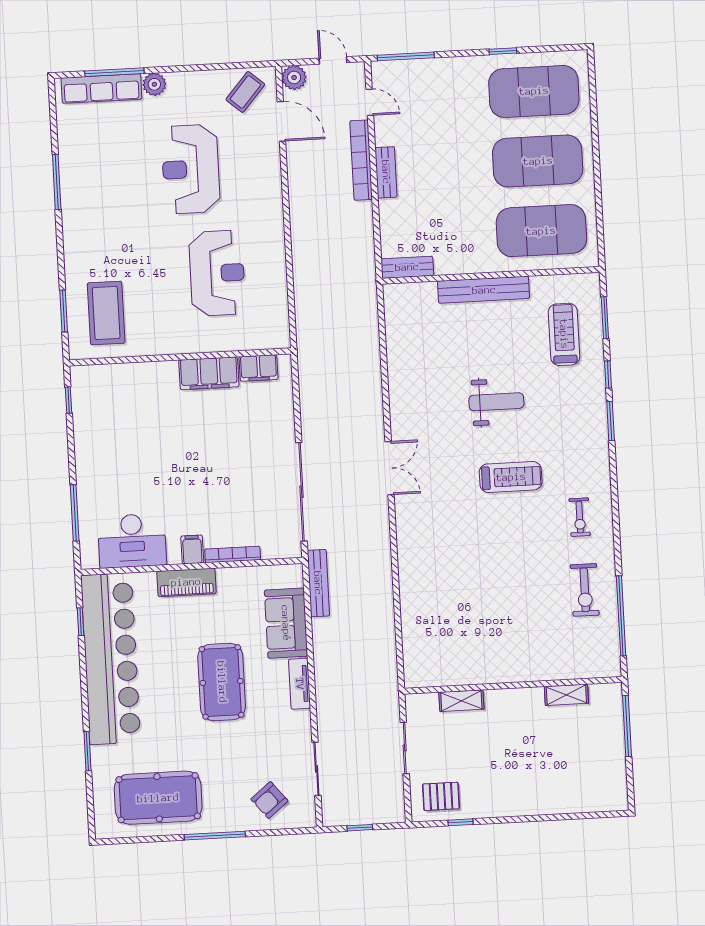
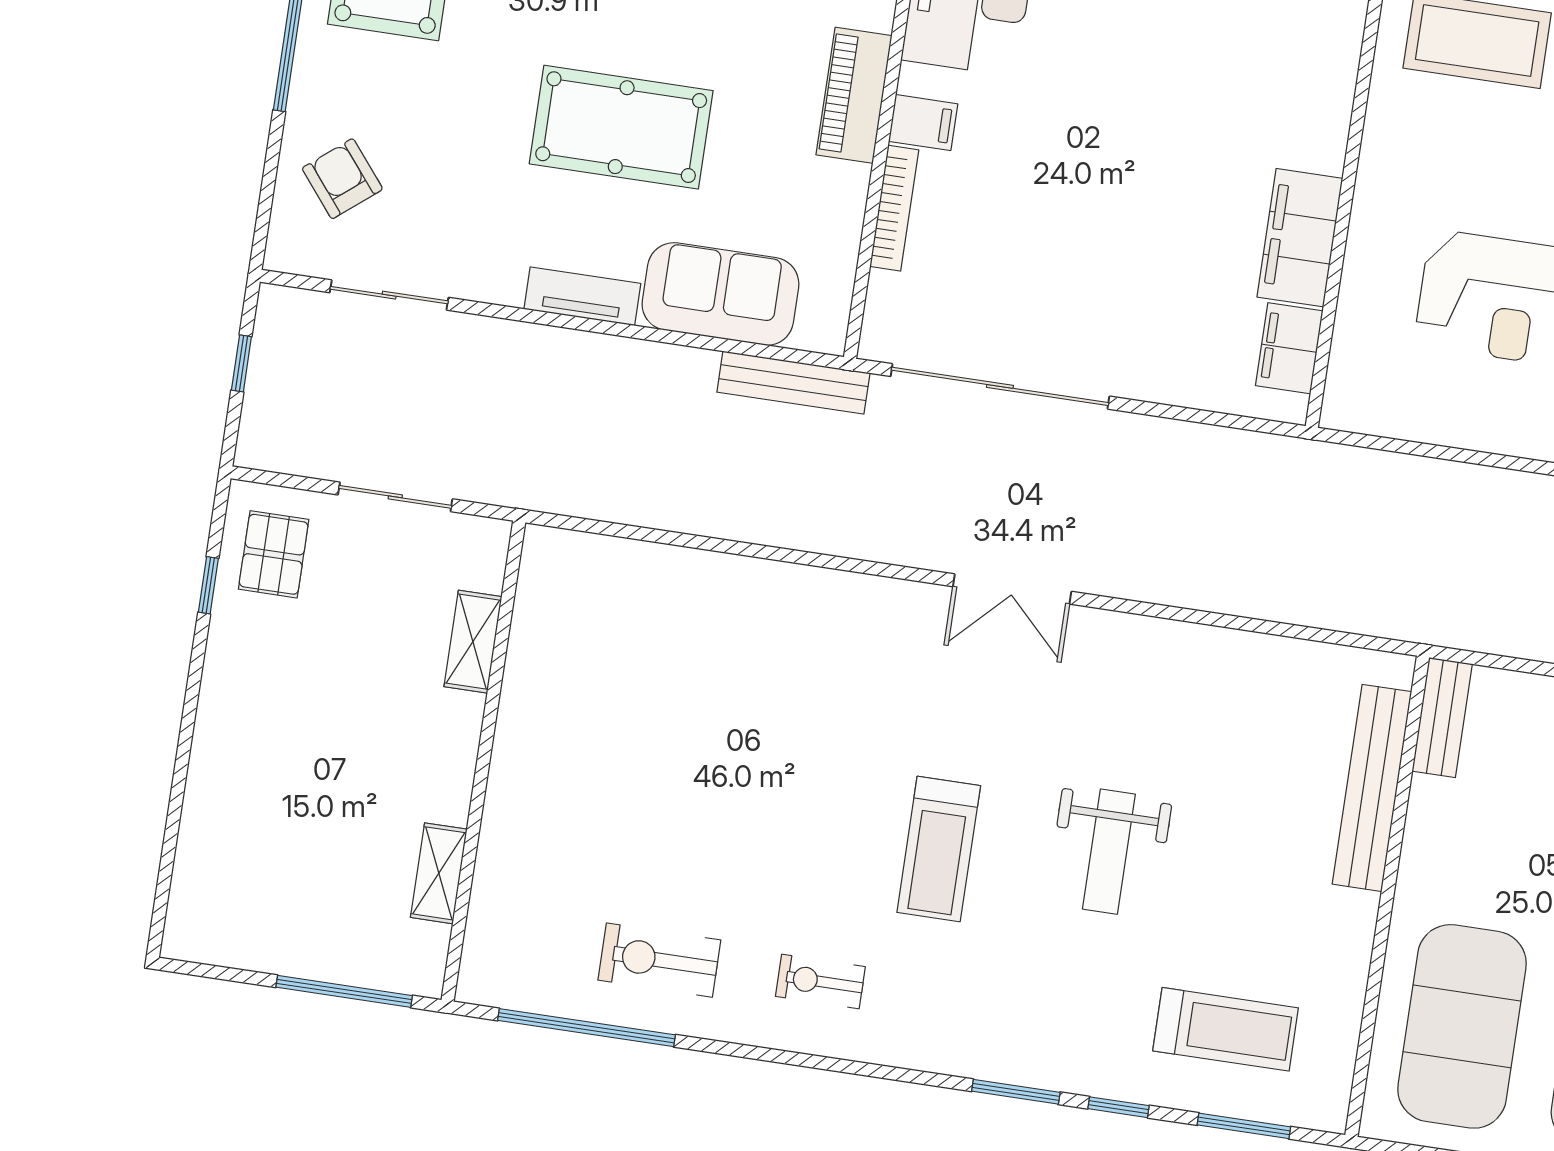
bench: (484, 290) -> (1372, 788), moved

